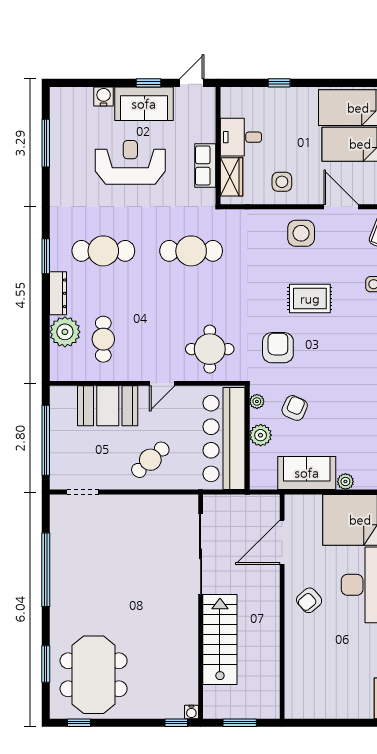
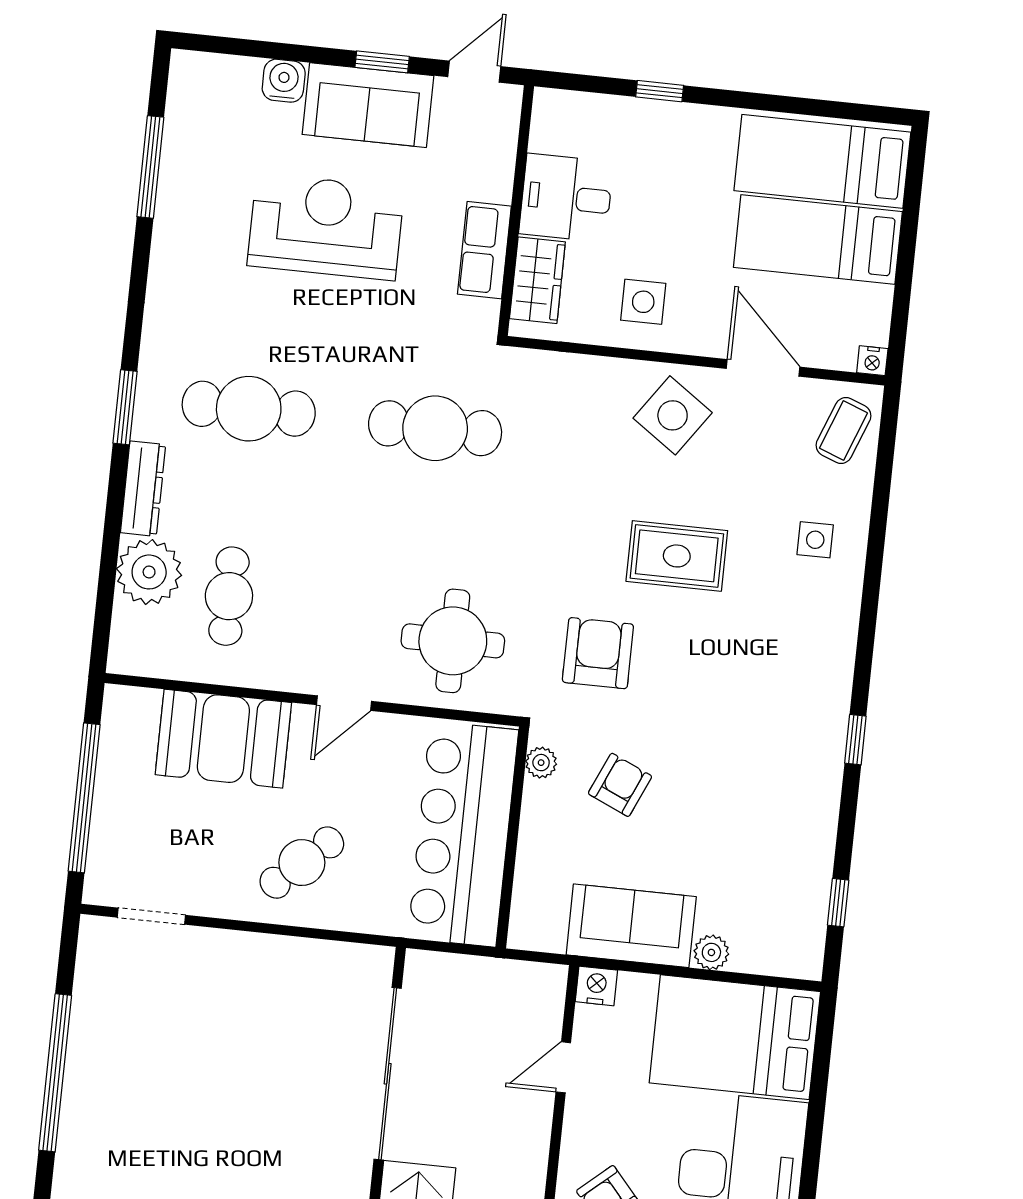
side table: (301, 233) -> (673, 415), turned 35
plant: (261, 435) -> (541, 835), removed
nightstand: (294, 503) -> (596, 986), added
door: (282, 542) -> (563, 1067), width x0.53

